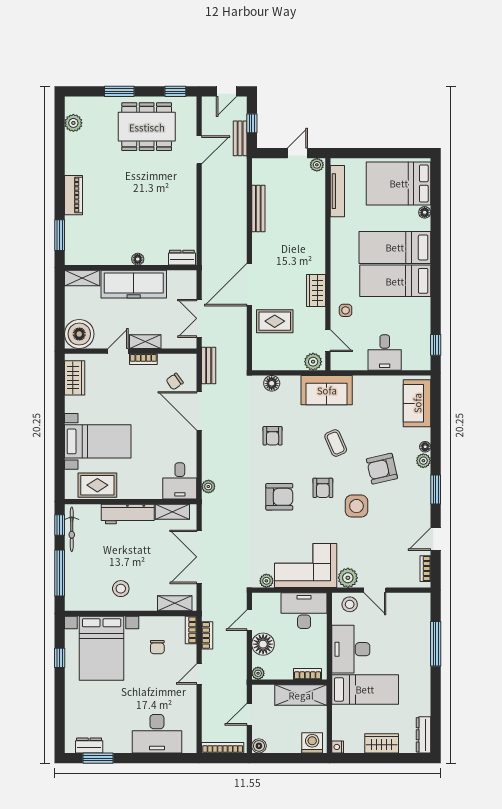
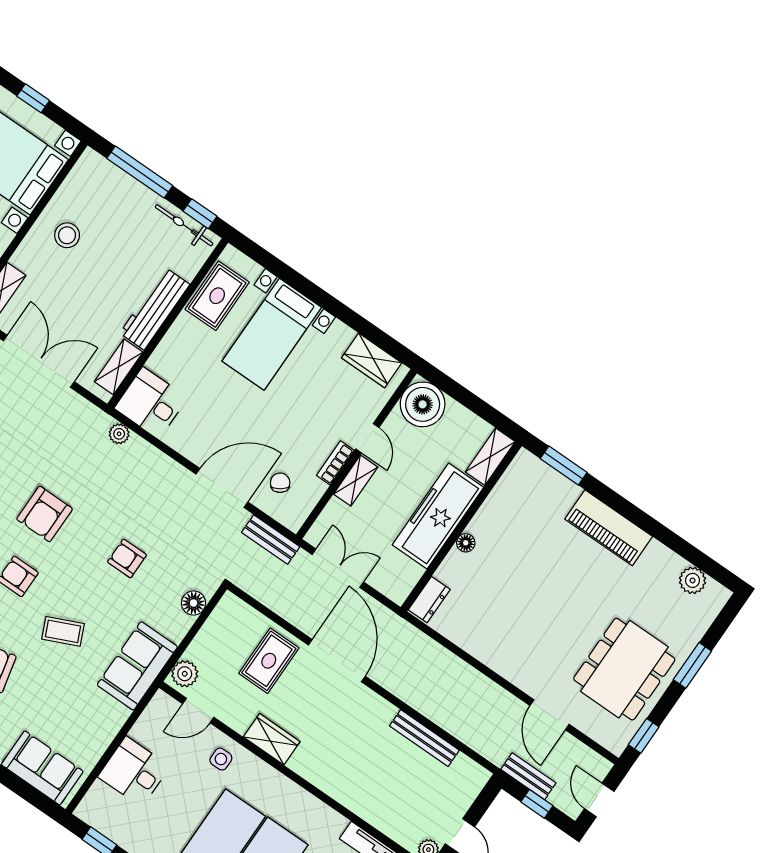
piano: (73, 195) -> (609, 528), width x1.37, depth x1.33

